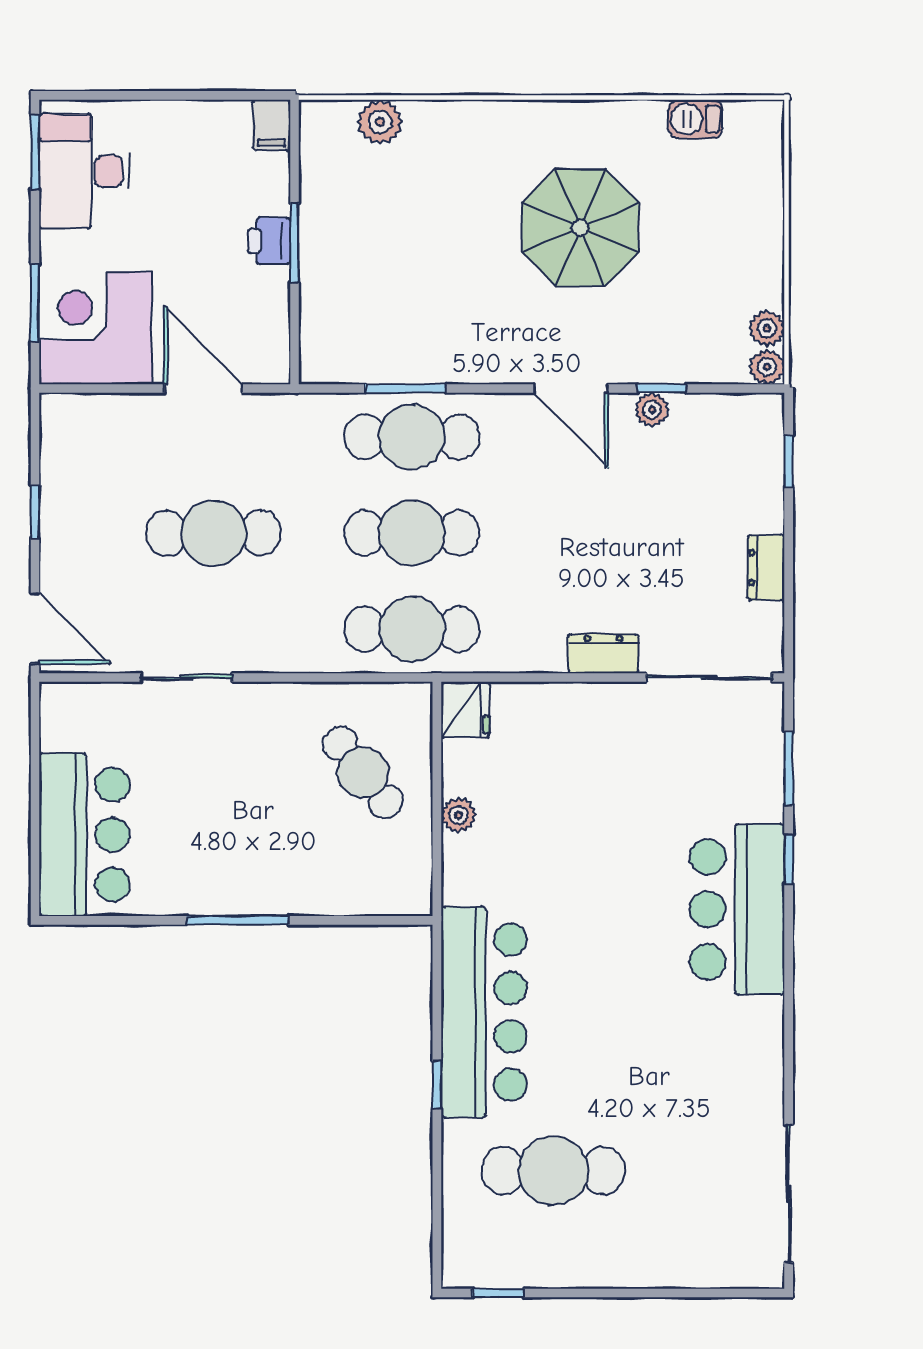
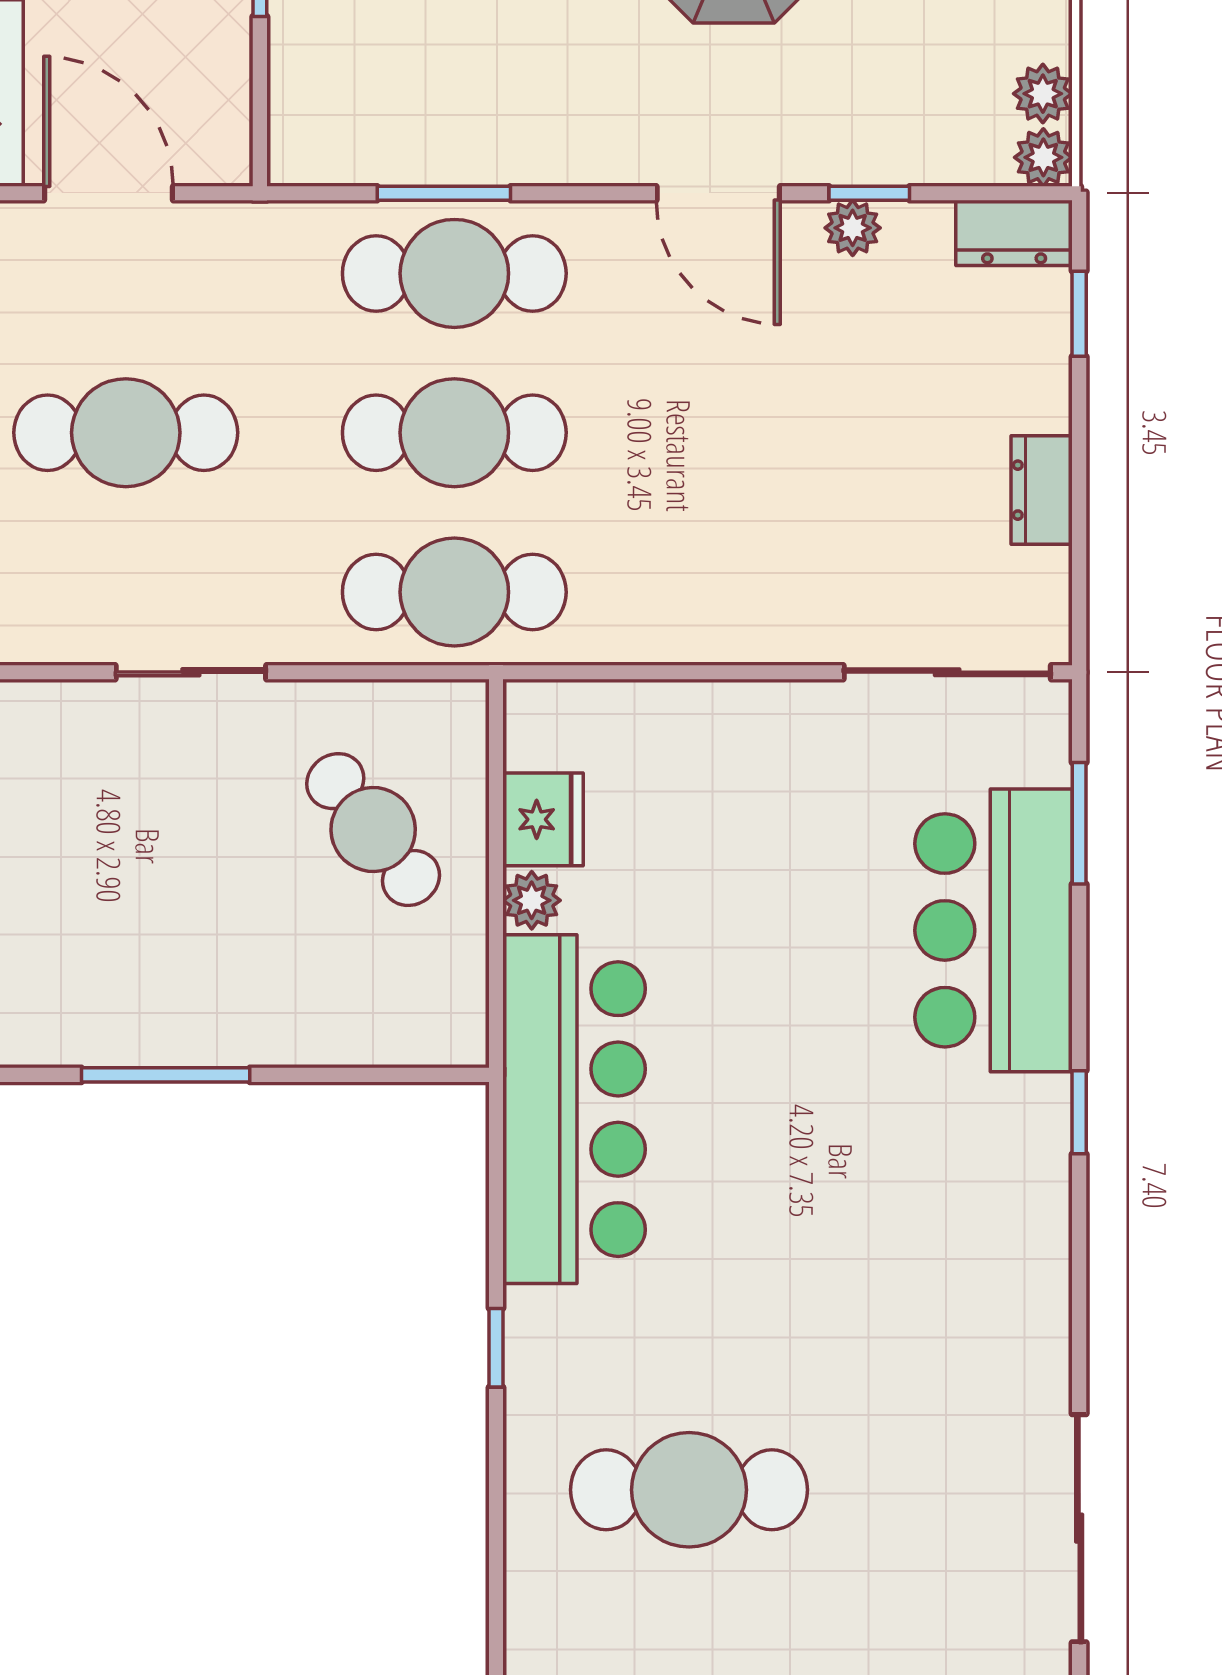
dresser: (603, 654) -> (1014, 233), moved, turned 180
sliding door: (186, 677) -> (191, 672), moved
fridge: (465, 710) -> (543, 819), moved
window: (789, 859) -> (1079, 1112), moved
bar counter: (737, 909) -> (994, 930), moved
bar counter: (484, 1012) -> (574, 1109), moved

